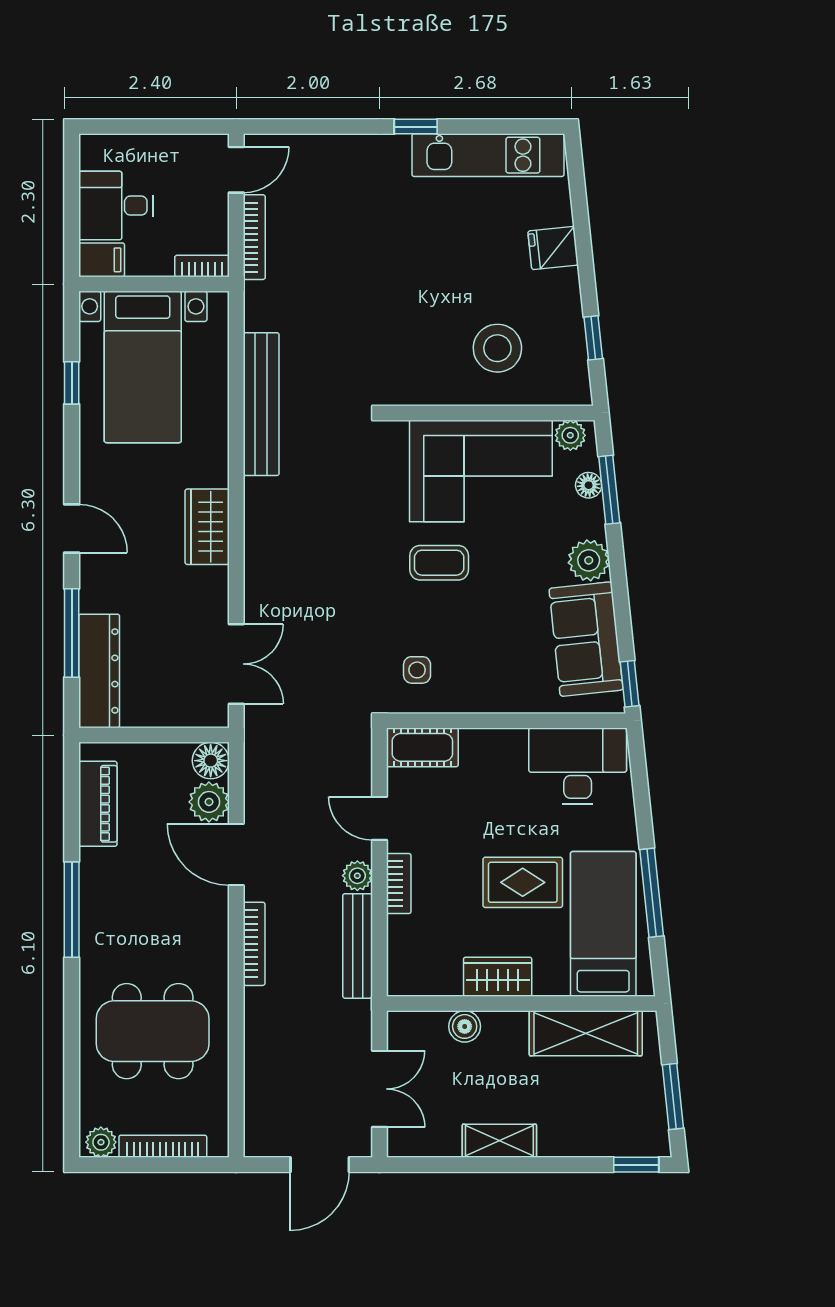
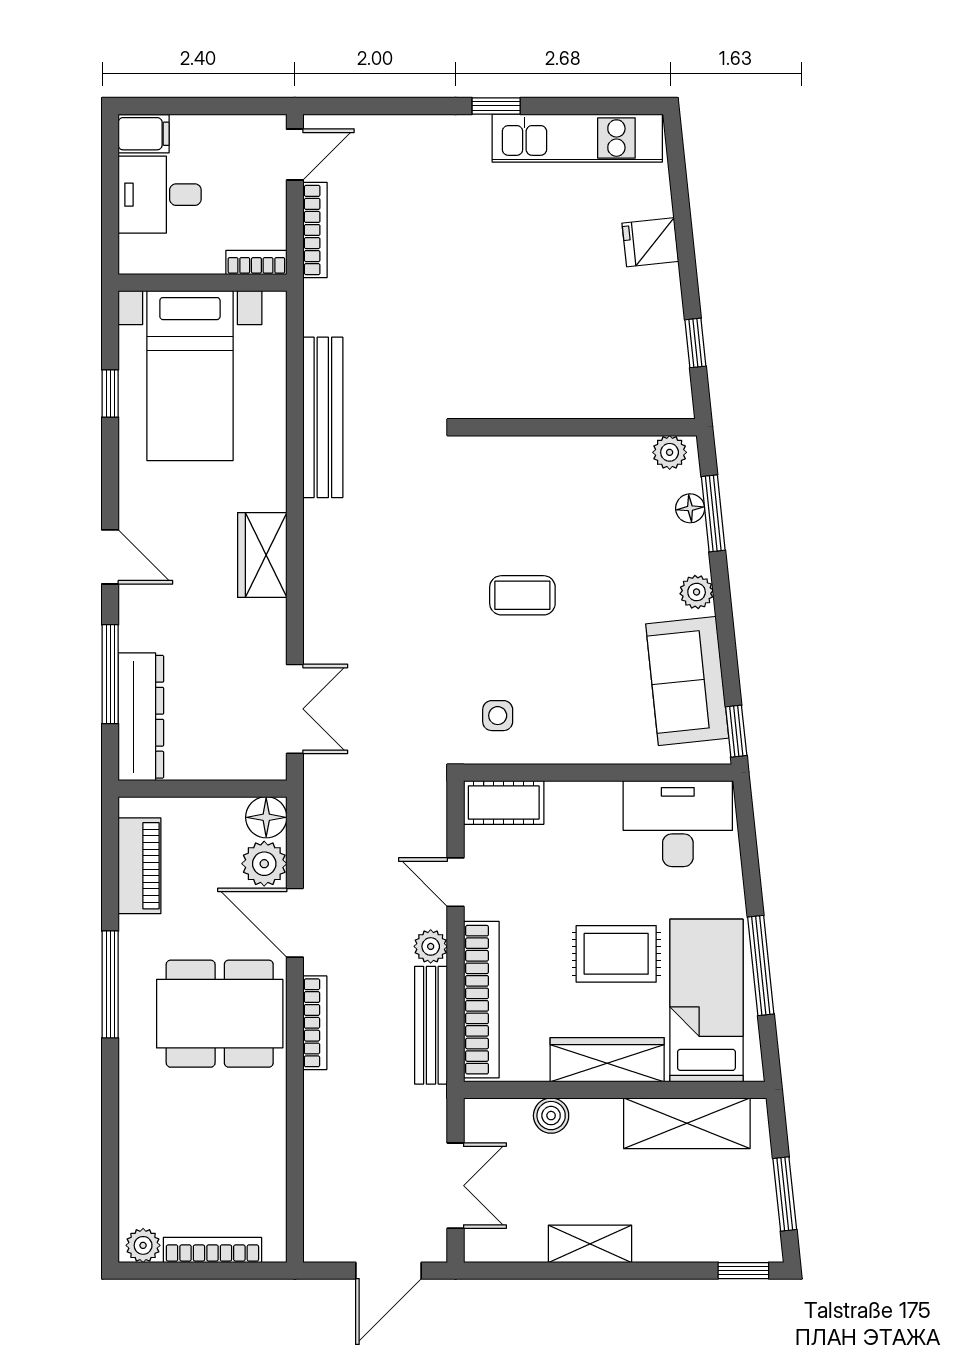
filing cabinet: (102, 260) -> (144, 134), moved
stool: (497, 348) -> (588, 355), removed
corner sofa: (481, 471) -> (569, 492), removed
plant: (589, 560) -> (697, 592), width x0.73, depth x0.73
bookcase: (399, 883) -> (481, 1000), width x2.31, depth x1.31
wardrobe: (498, 977) -> (607, 1060), width x1.50
dining table: (153, 1031) -> (220, 1014), moved

